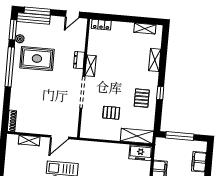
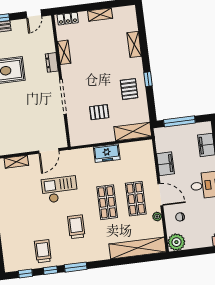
shelving: (145, 29) -> (100, 15), moved
shelving: (91, 66) -> (64, 52), moved
freezer: (141, 153) -> (107, 153), moved

